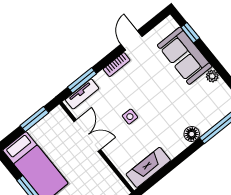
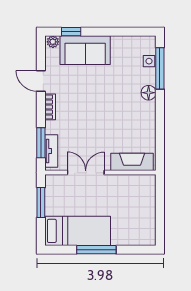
plant: (212, 76) -> (53, 42), moved
side table: (130, 117) -> (149, 61), moved
fireplace: (148, 167) -> (132, 162), moved, turned 90

